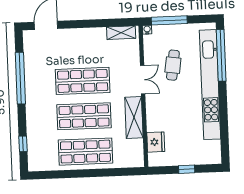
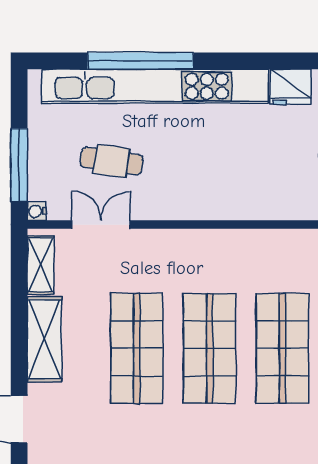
window: (221, 55) -> (140, 61), moved
double door: (143, 80) -> (101, 225), moved
shelving: (134, 117) -> (44, 339), moved, turned 90
fridge: (156, 142) -> (291, 87), moved, turned 180

